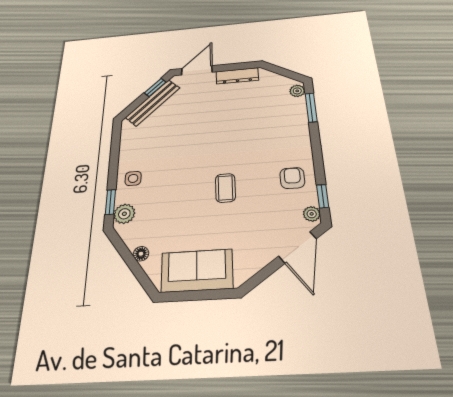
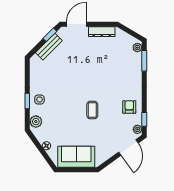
bench: (153, 103) -> (49, 47), width x0.73
window: (110, 202) -> (27, 101), moved

